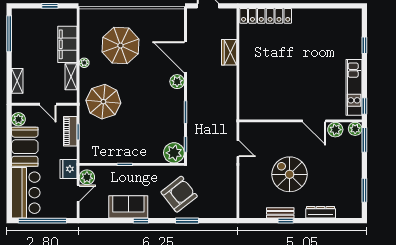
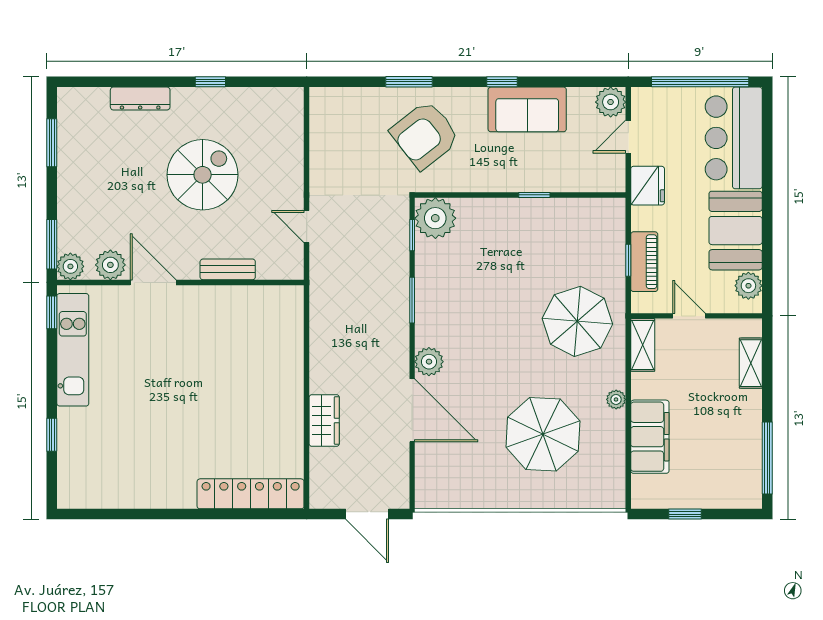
shelving: (71, 77) -> (643, 345), moved
spiral stairs: (290, 174) -> (203, 175), turned -90
plant: (87, 177) -> (611, 102), moved
bench: (280, 213) -> (228, 269), moved

